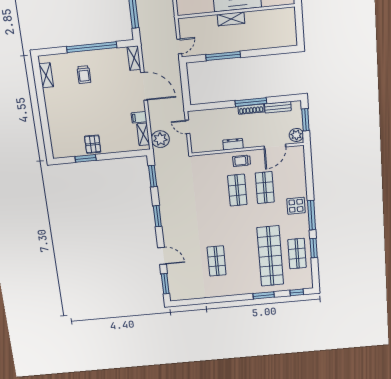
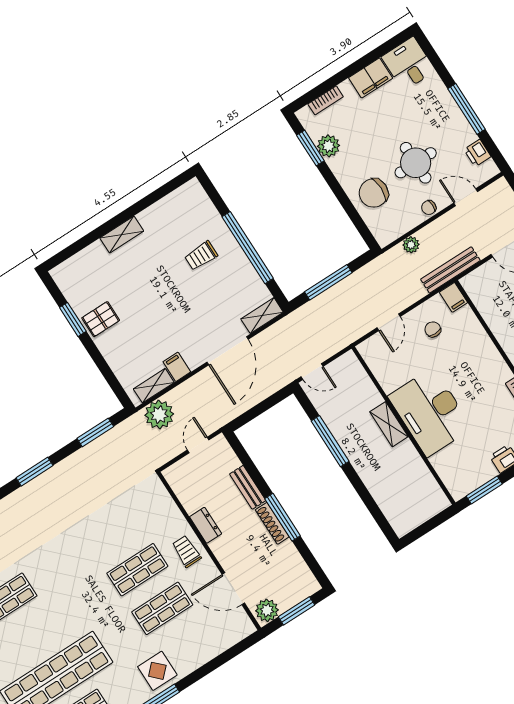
shelving: (46, 75) -> (122, 235), moved
bench: (278, 107) -> (248, 487), moved

